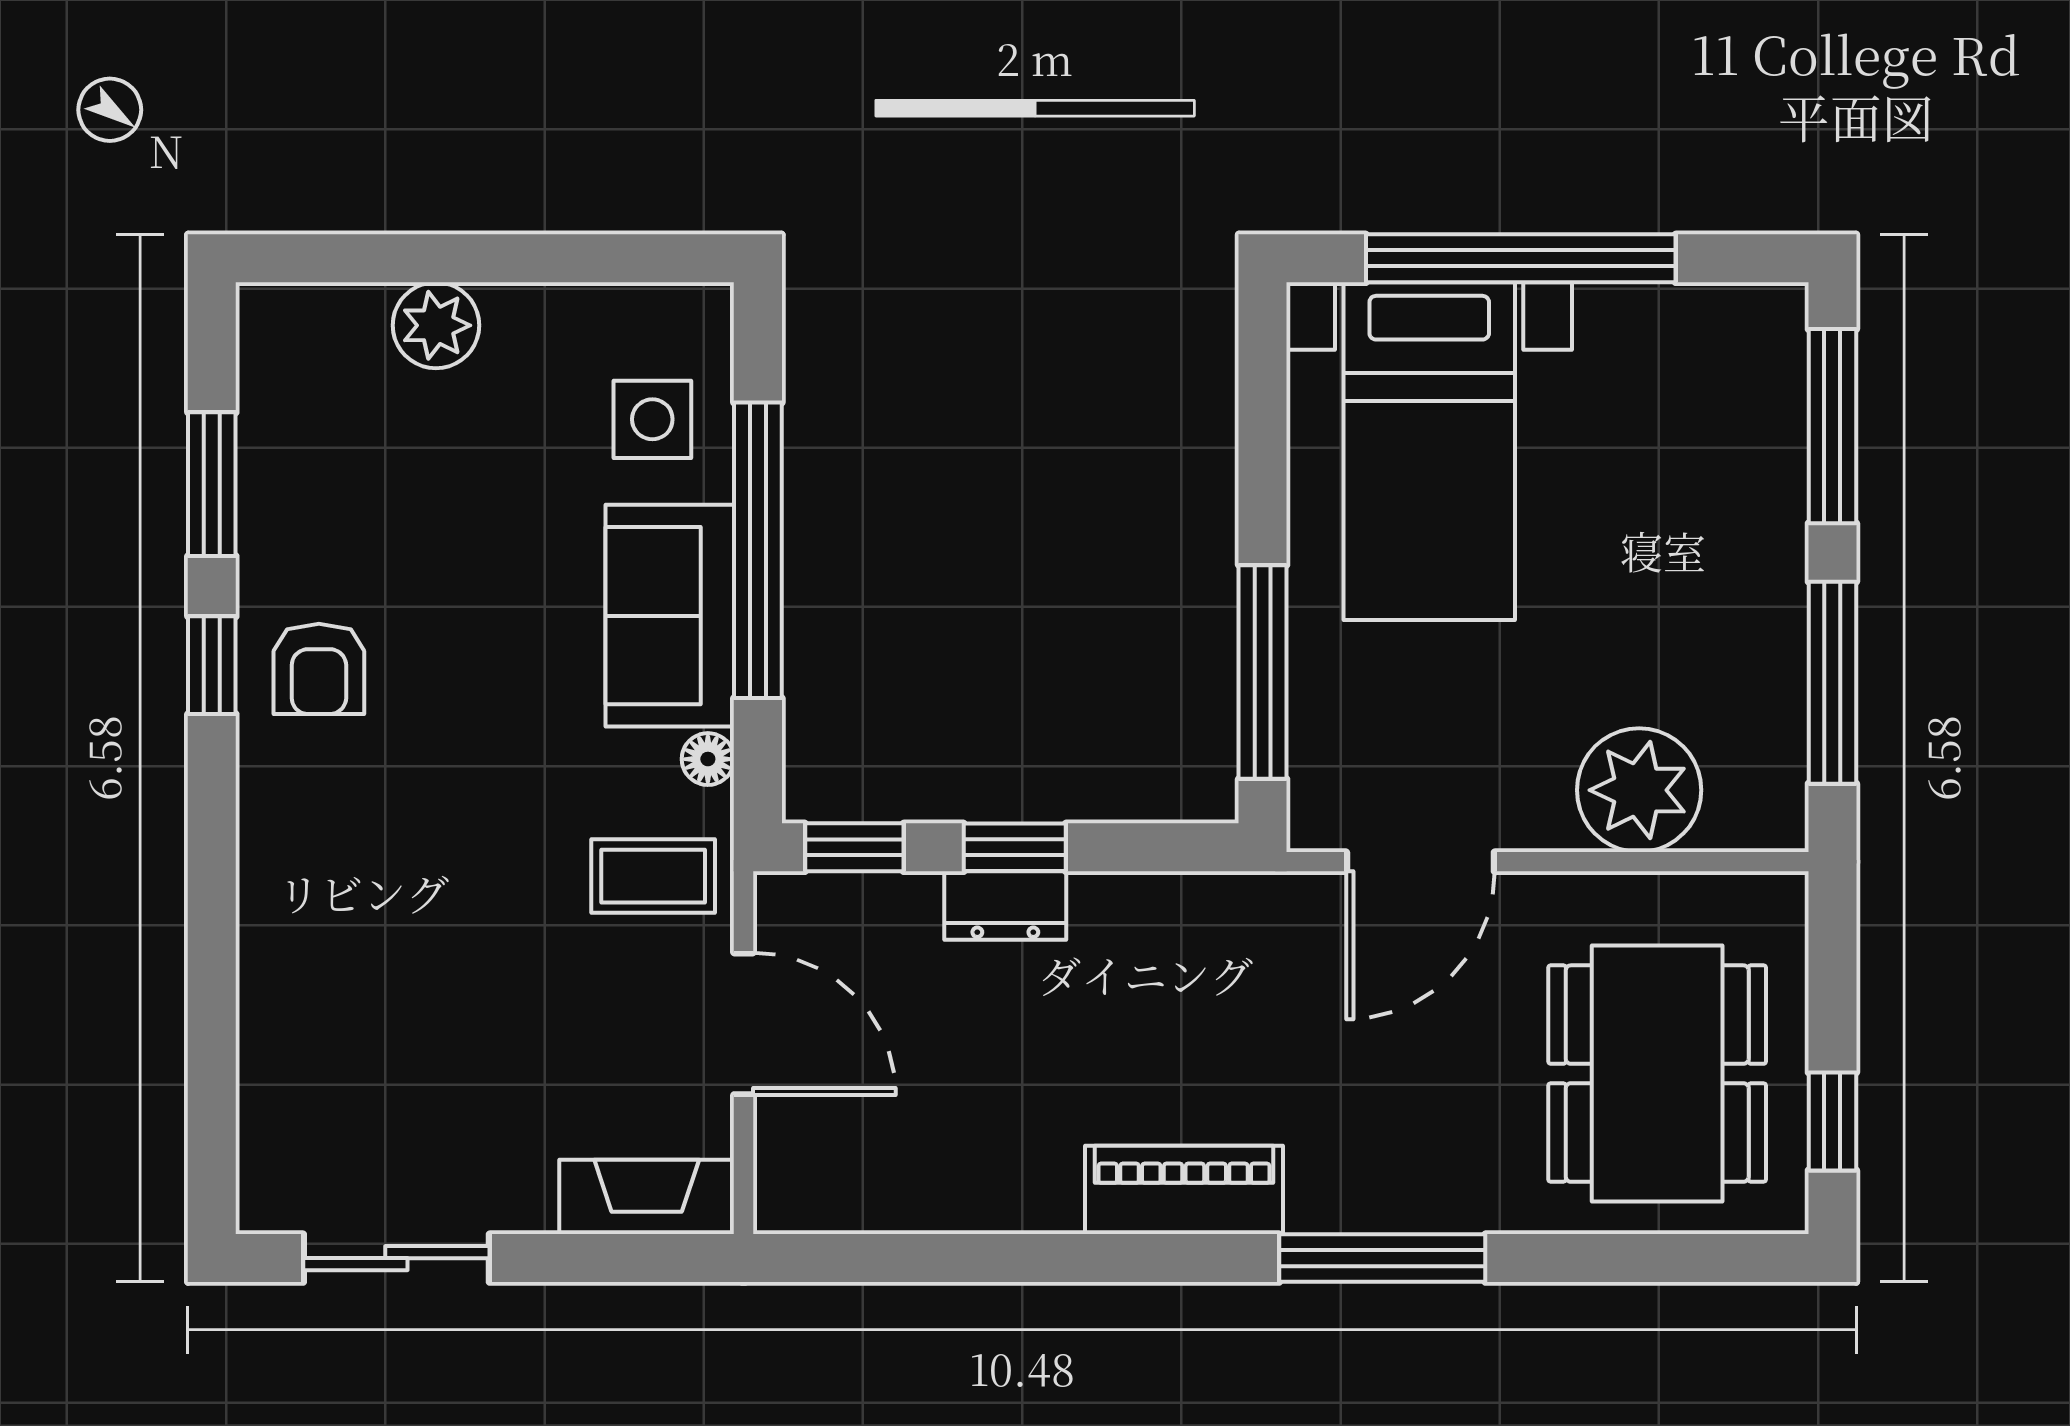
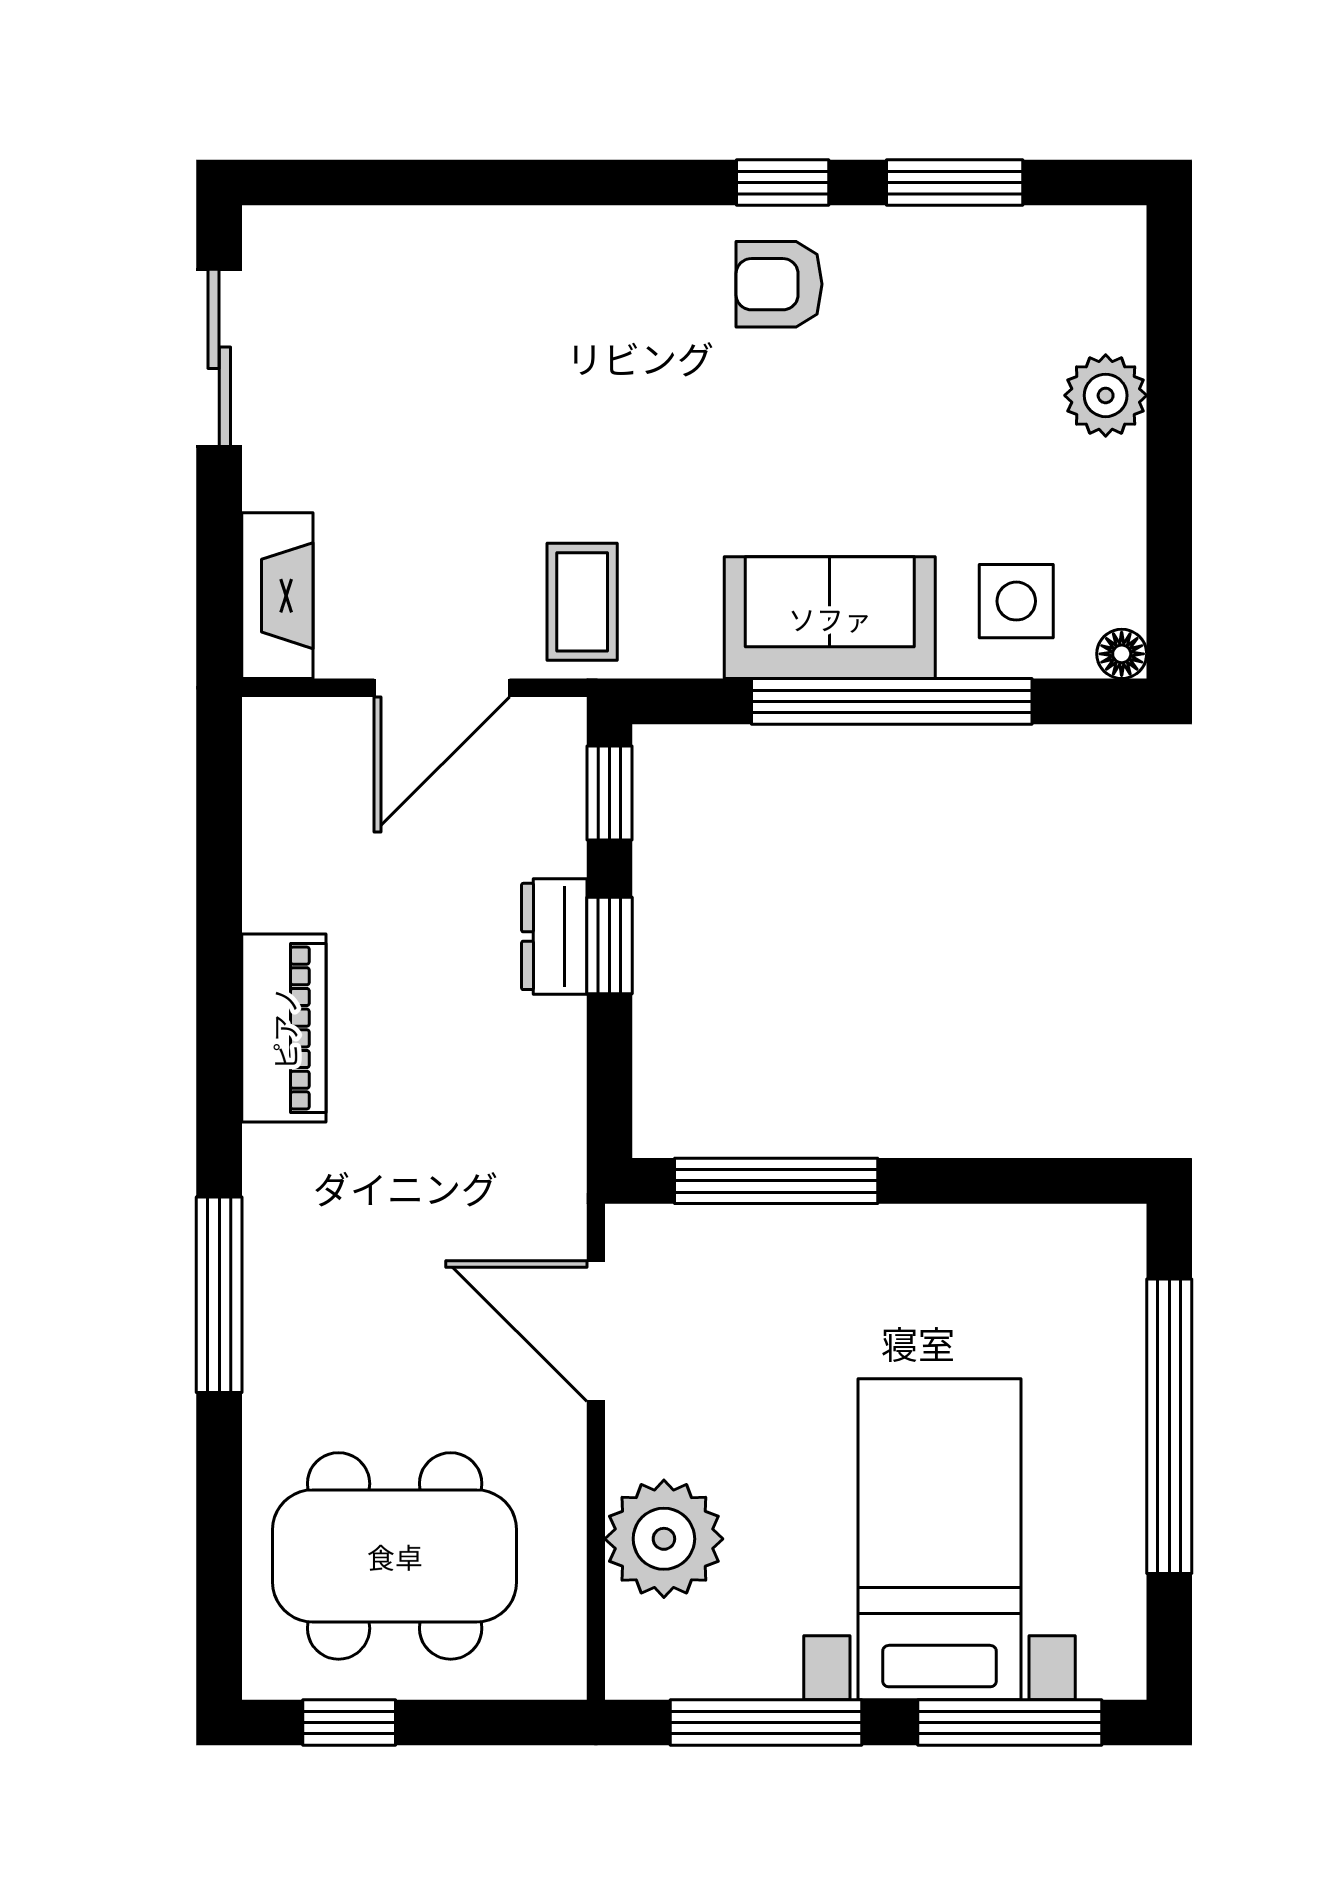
bed with nightstands: (1429, 451) -> (939, 1539), moved, turned 90
floor lamp: (708, 759) -> (1122, 654), moved
piano: (1184, 1190) -> (284, 1028), moved

